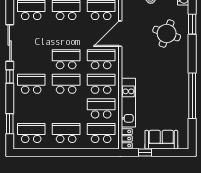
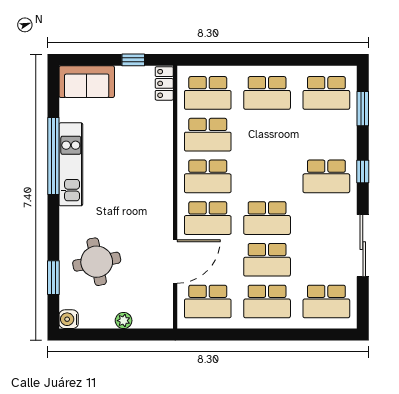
round table: (167, 33) -> (97, 262), turned -31
window: (10, 77) -> (363, 172), moved
school desk: (66, 84) -> (267, 260), moved
kitchen unit: (128, 103) -> (71, 164), moved, turned 180
sofa: (161, 140) -> (87, 82), moved

